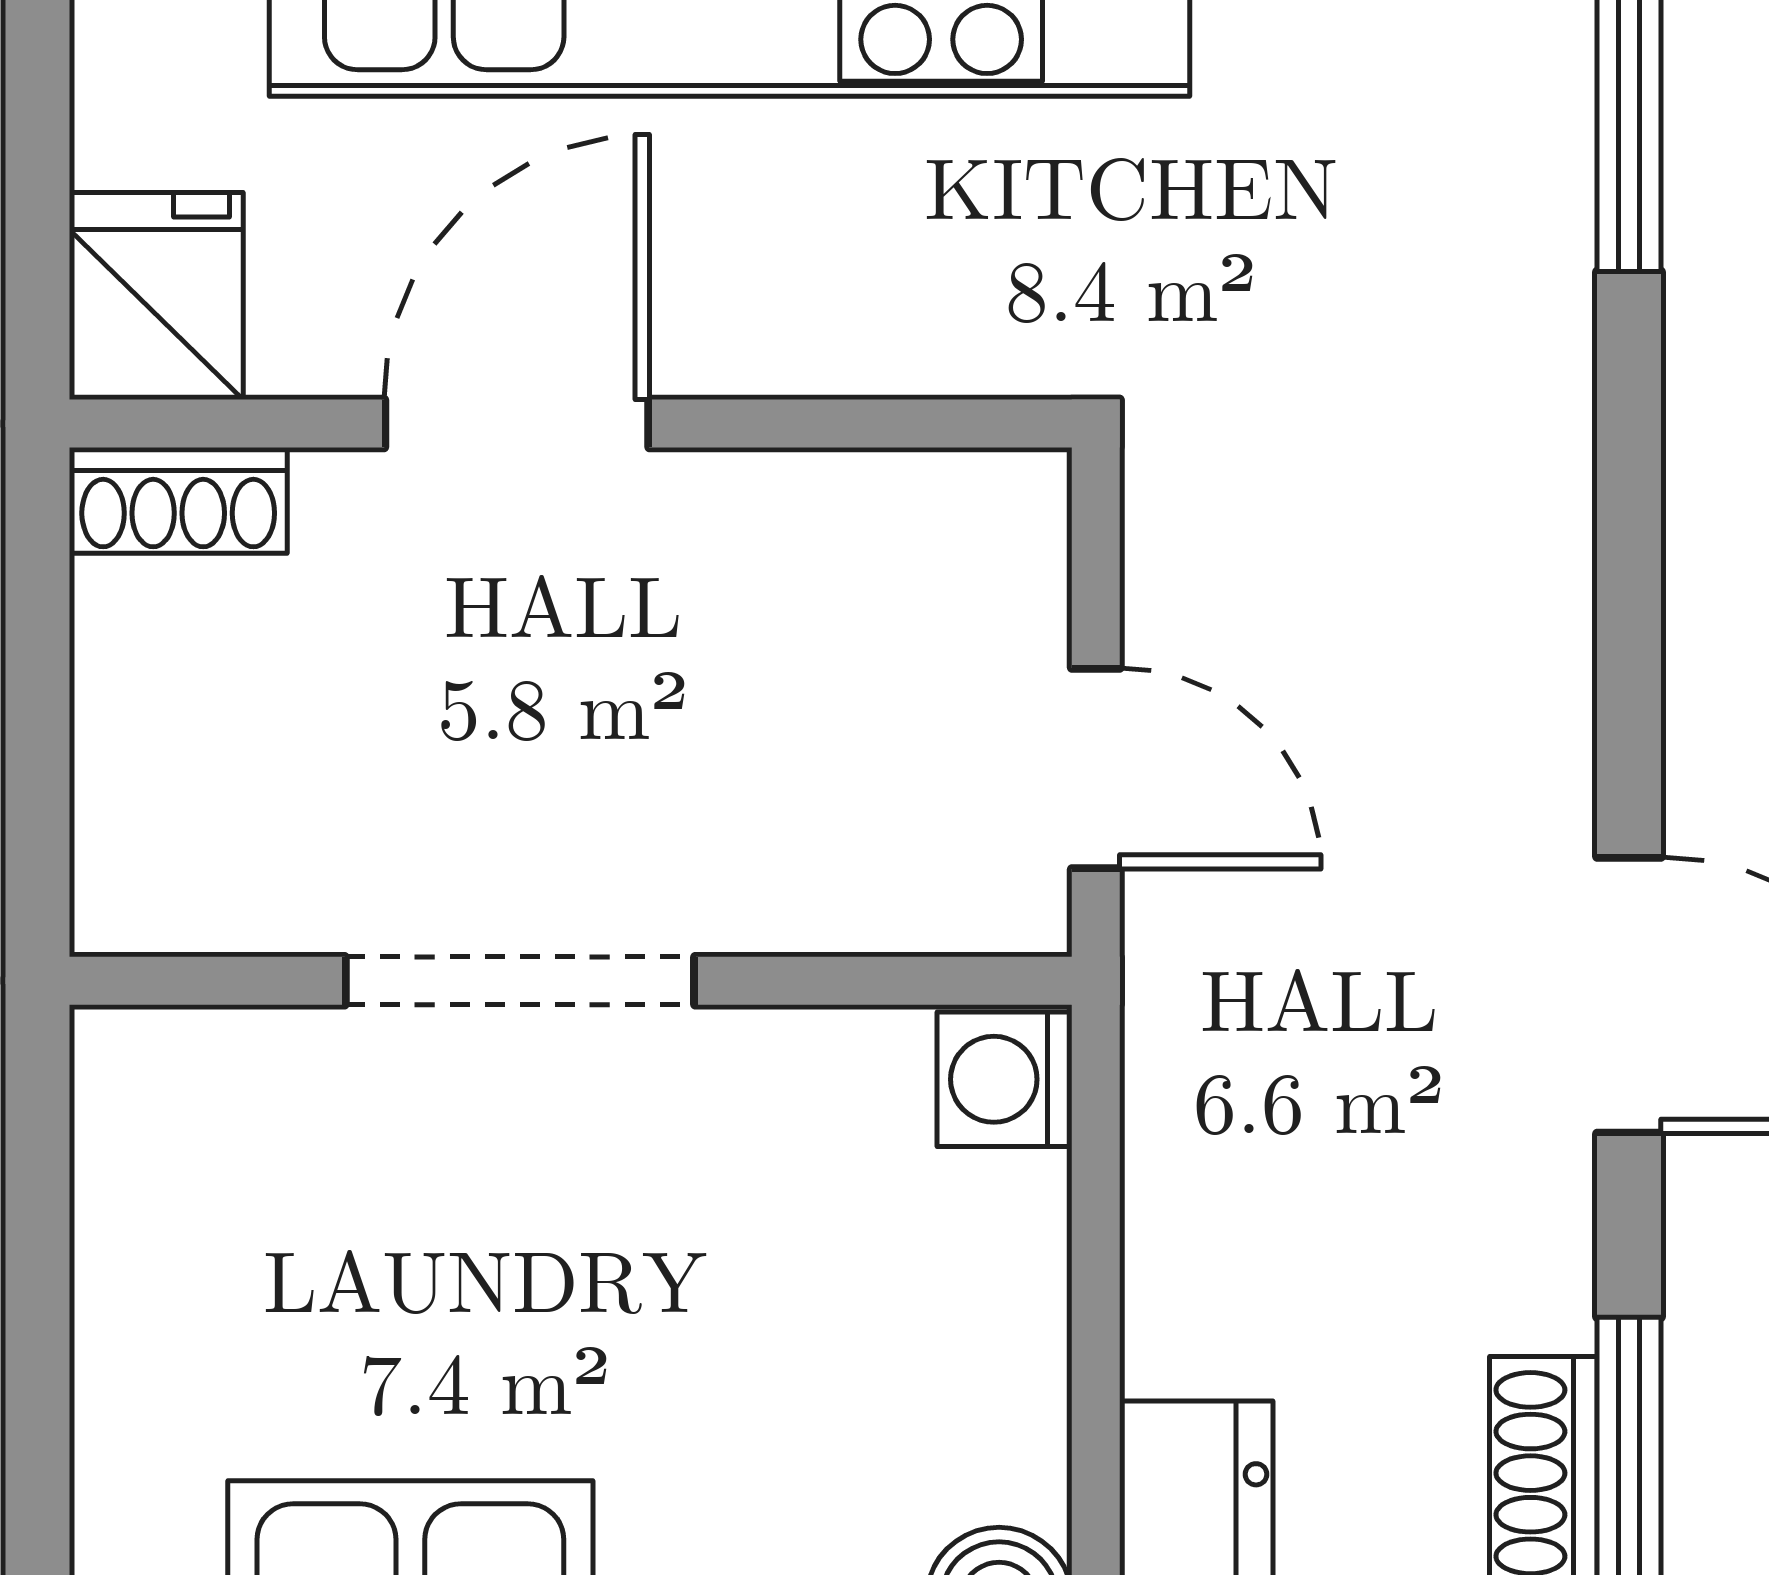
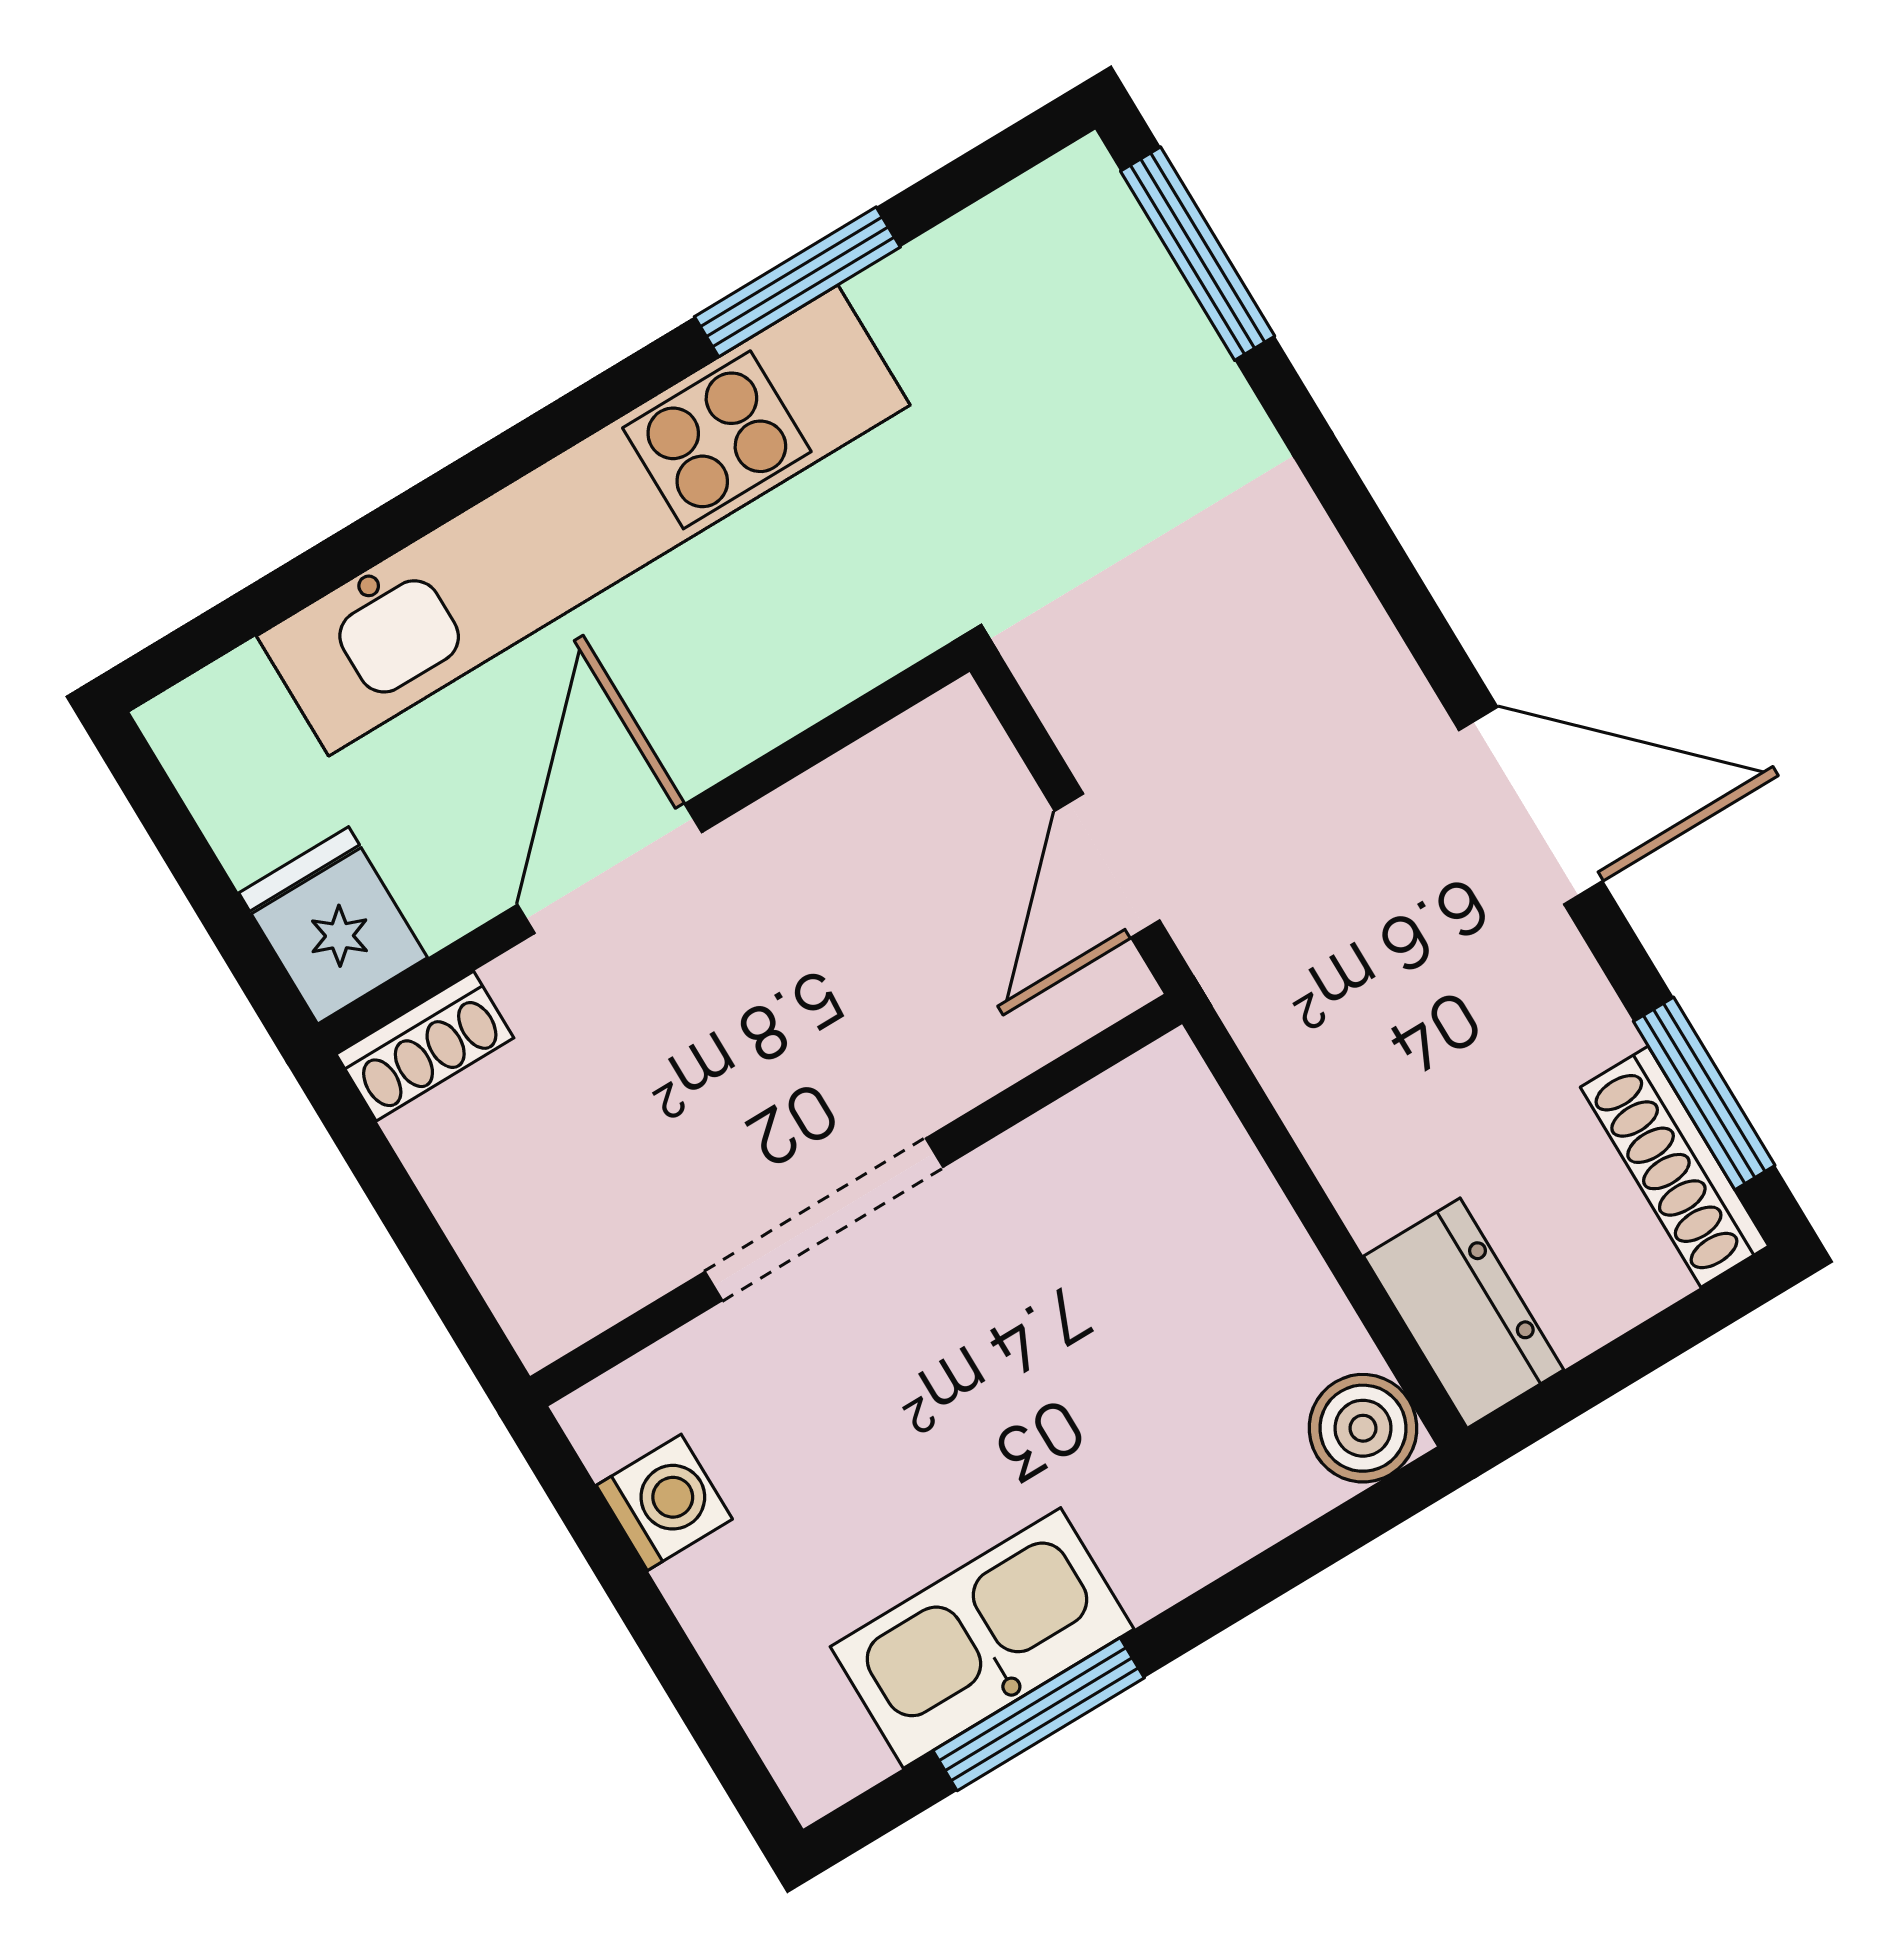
door: (1096, 768) -> (1107, 866), swing flipped
washing machine: (1005, 1079) -> (664, 1502), moved, turned 180

